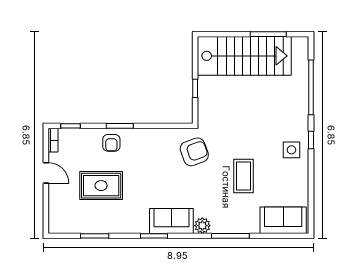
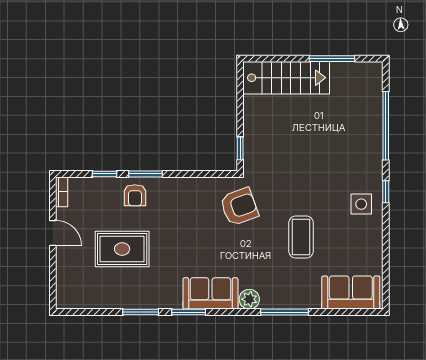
stairs: (244, 56) -> (286, 78), width x0.73, depth x0.66
window: (195, 88) -> (240, 148), moved
window: (70, 126) -> (105, 174), moved
window: (95, 236) -> (141, 312), moved

